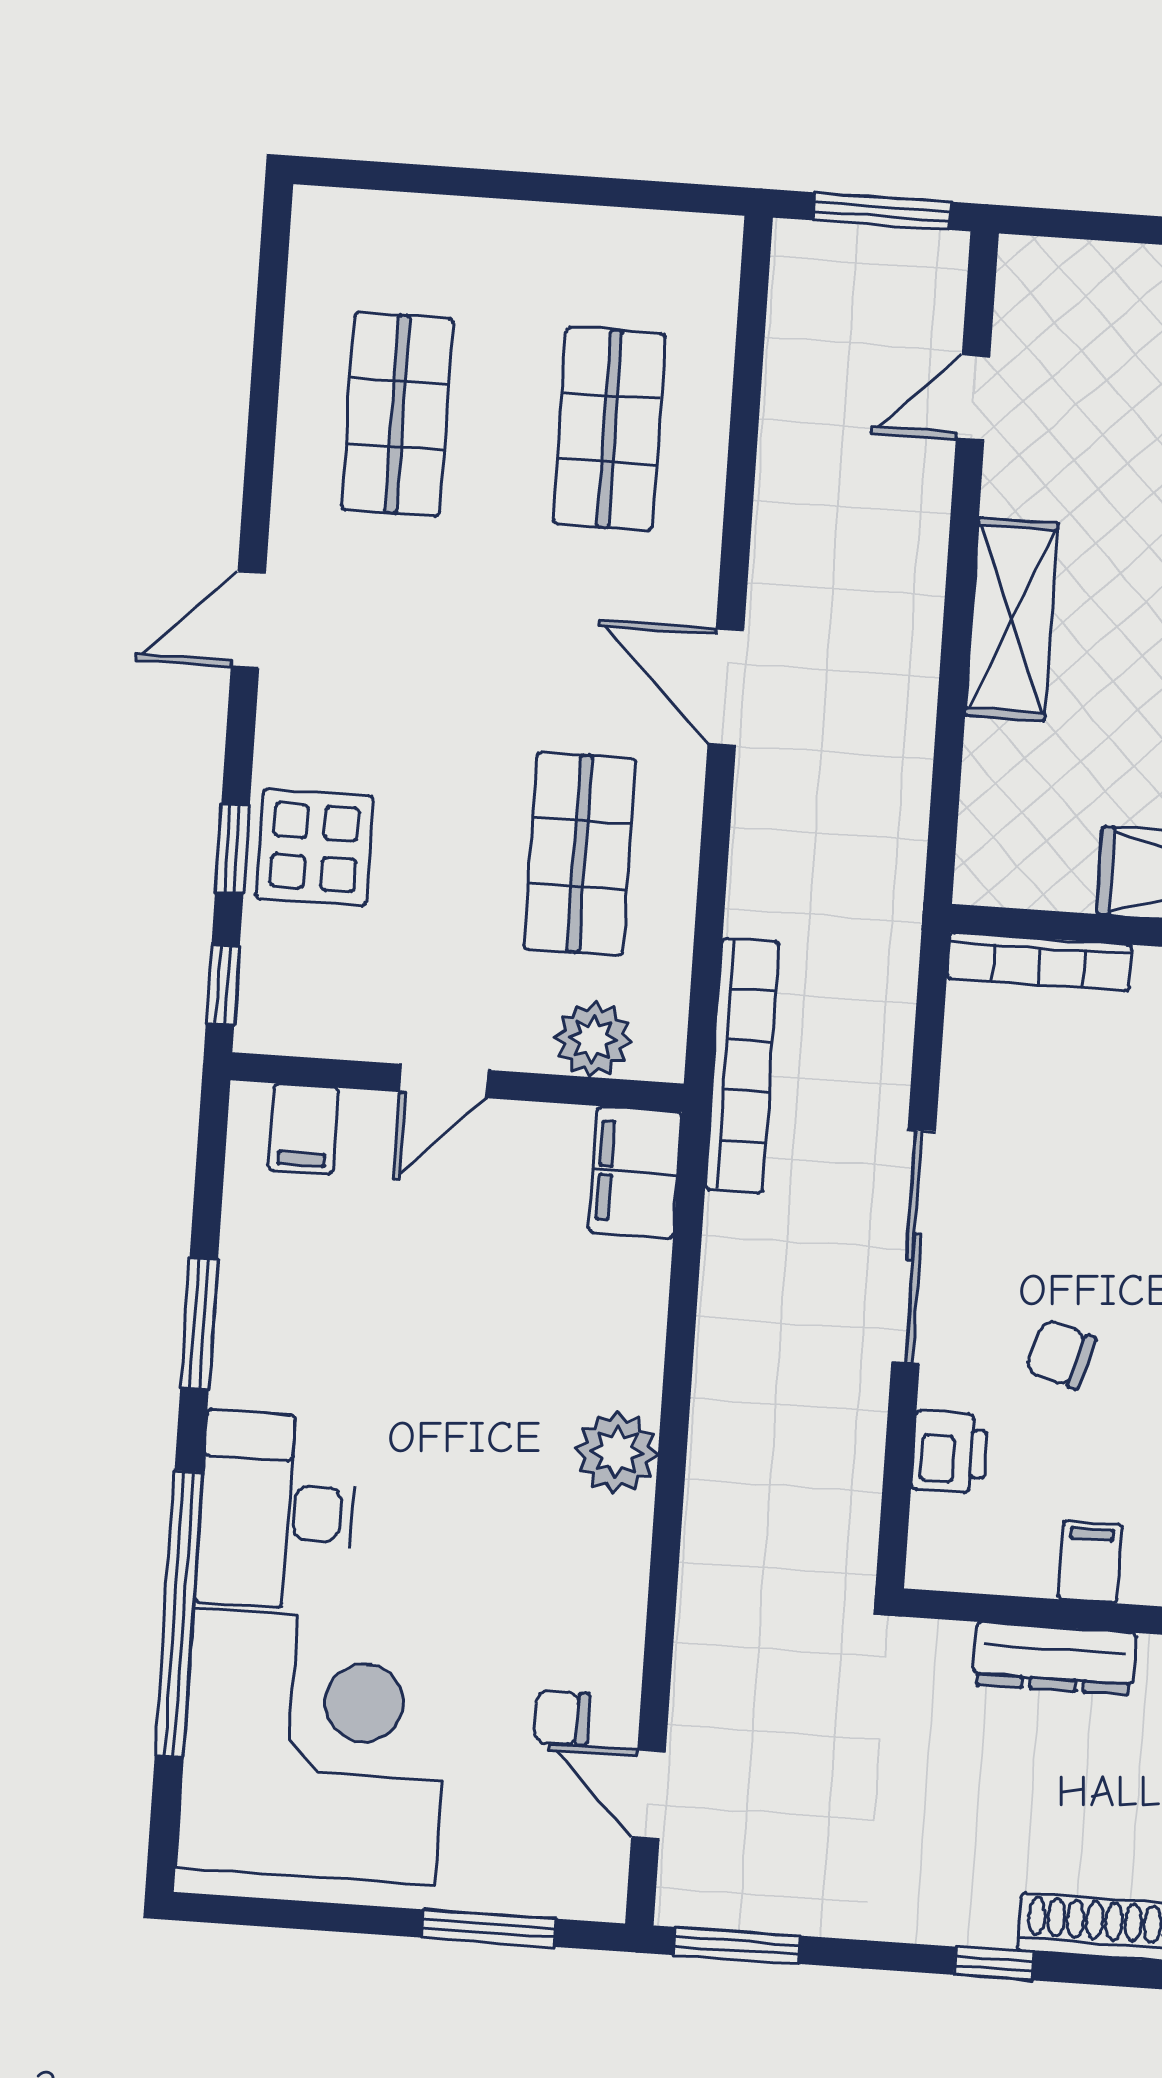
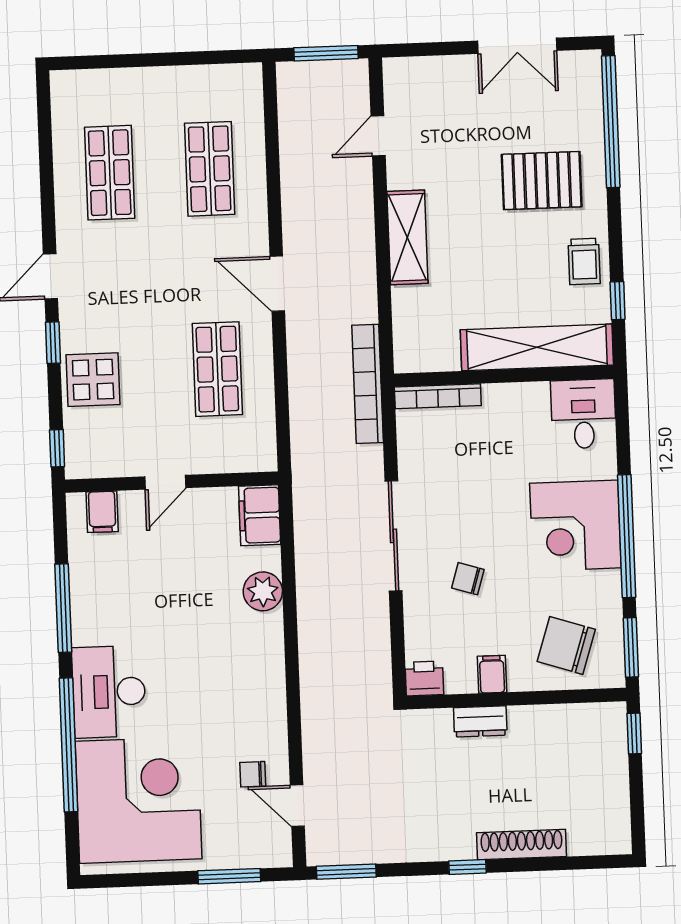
window: (232, 849) -> (53, 343), moved
plant: (593, 1039) -> (233, 455), removed
bookcase: (742, 1065) -> (368, 384), moved, turned 180
window: (199, 1324) -> (63, 608), width x1.44
plant: (617, 1452) -> (263, 591), moved
printer: (950, 1452) -> (424, 679), moved, turned -90
dresser: (1054, 1659) -> (480, 721), width x0.70

